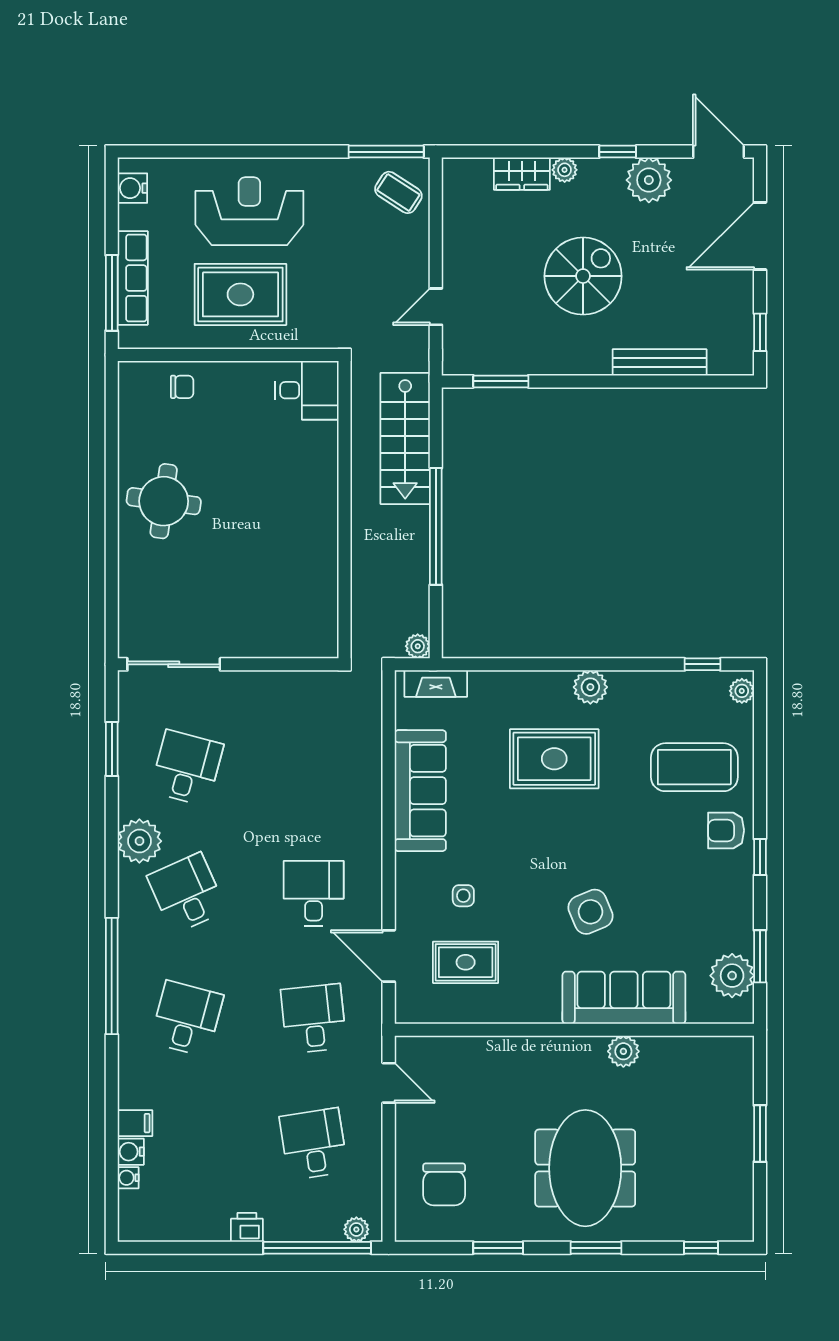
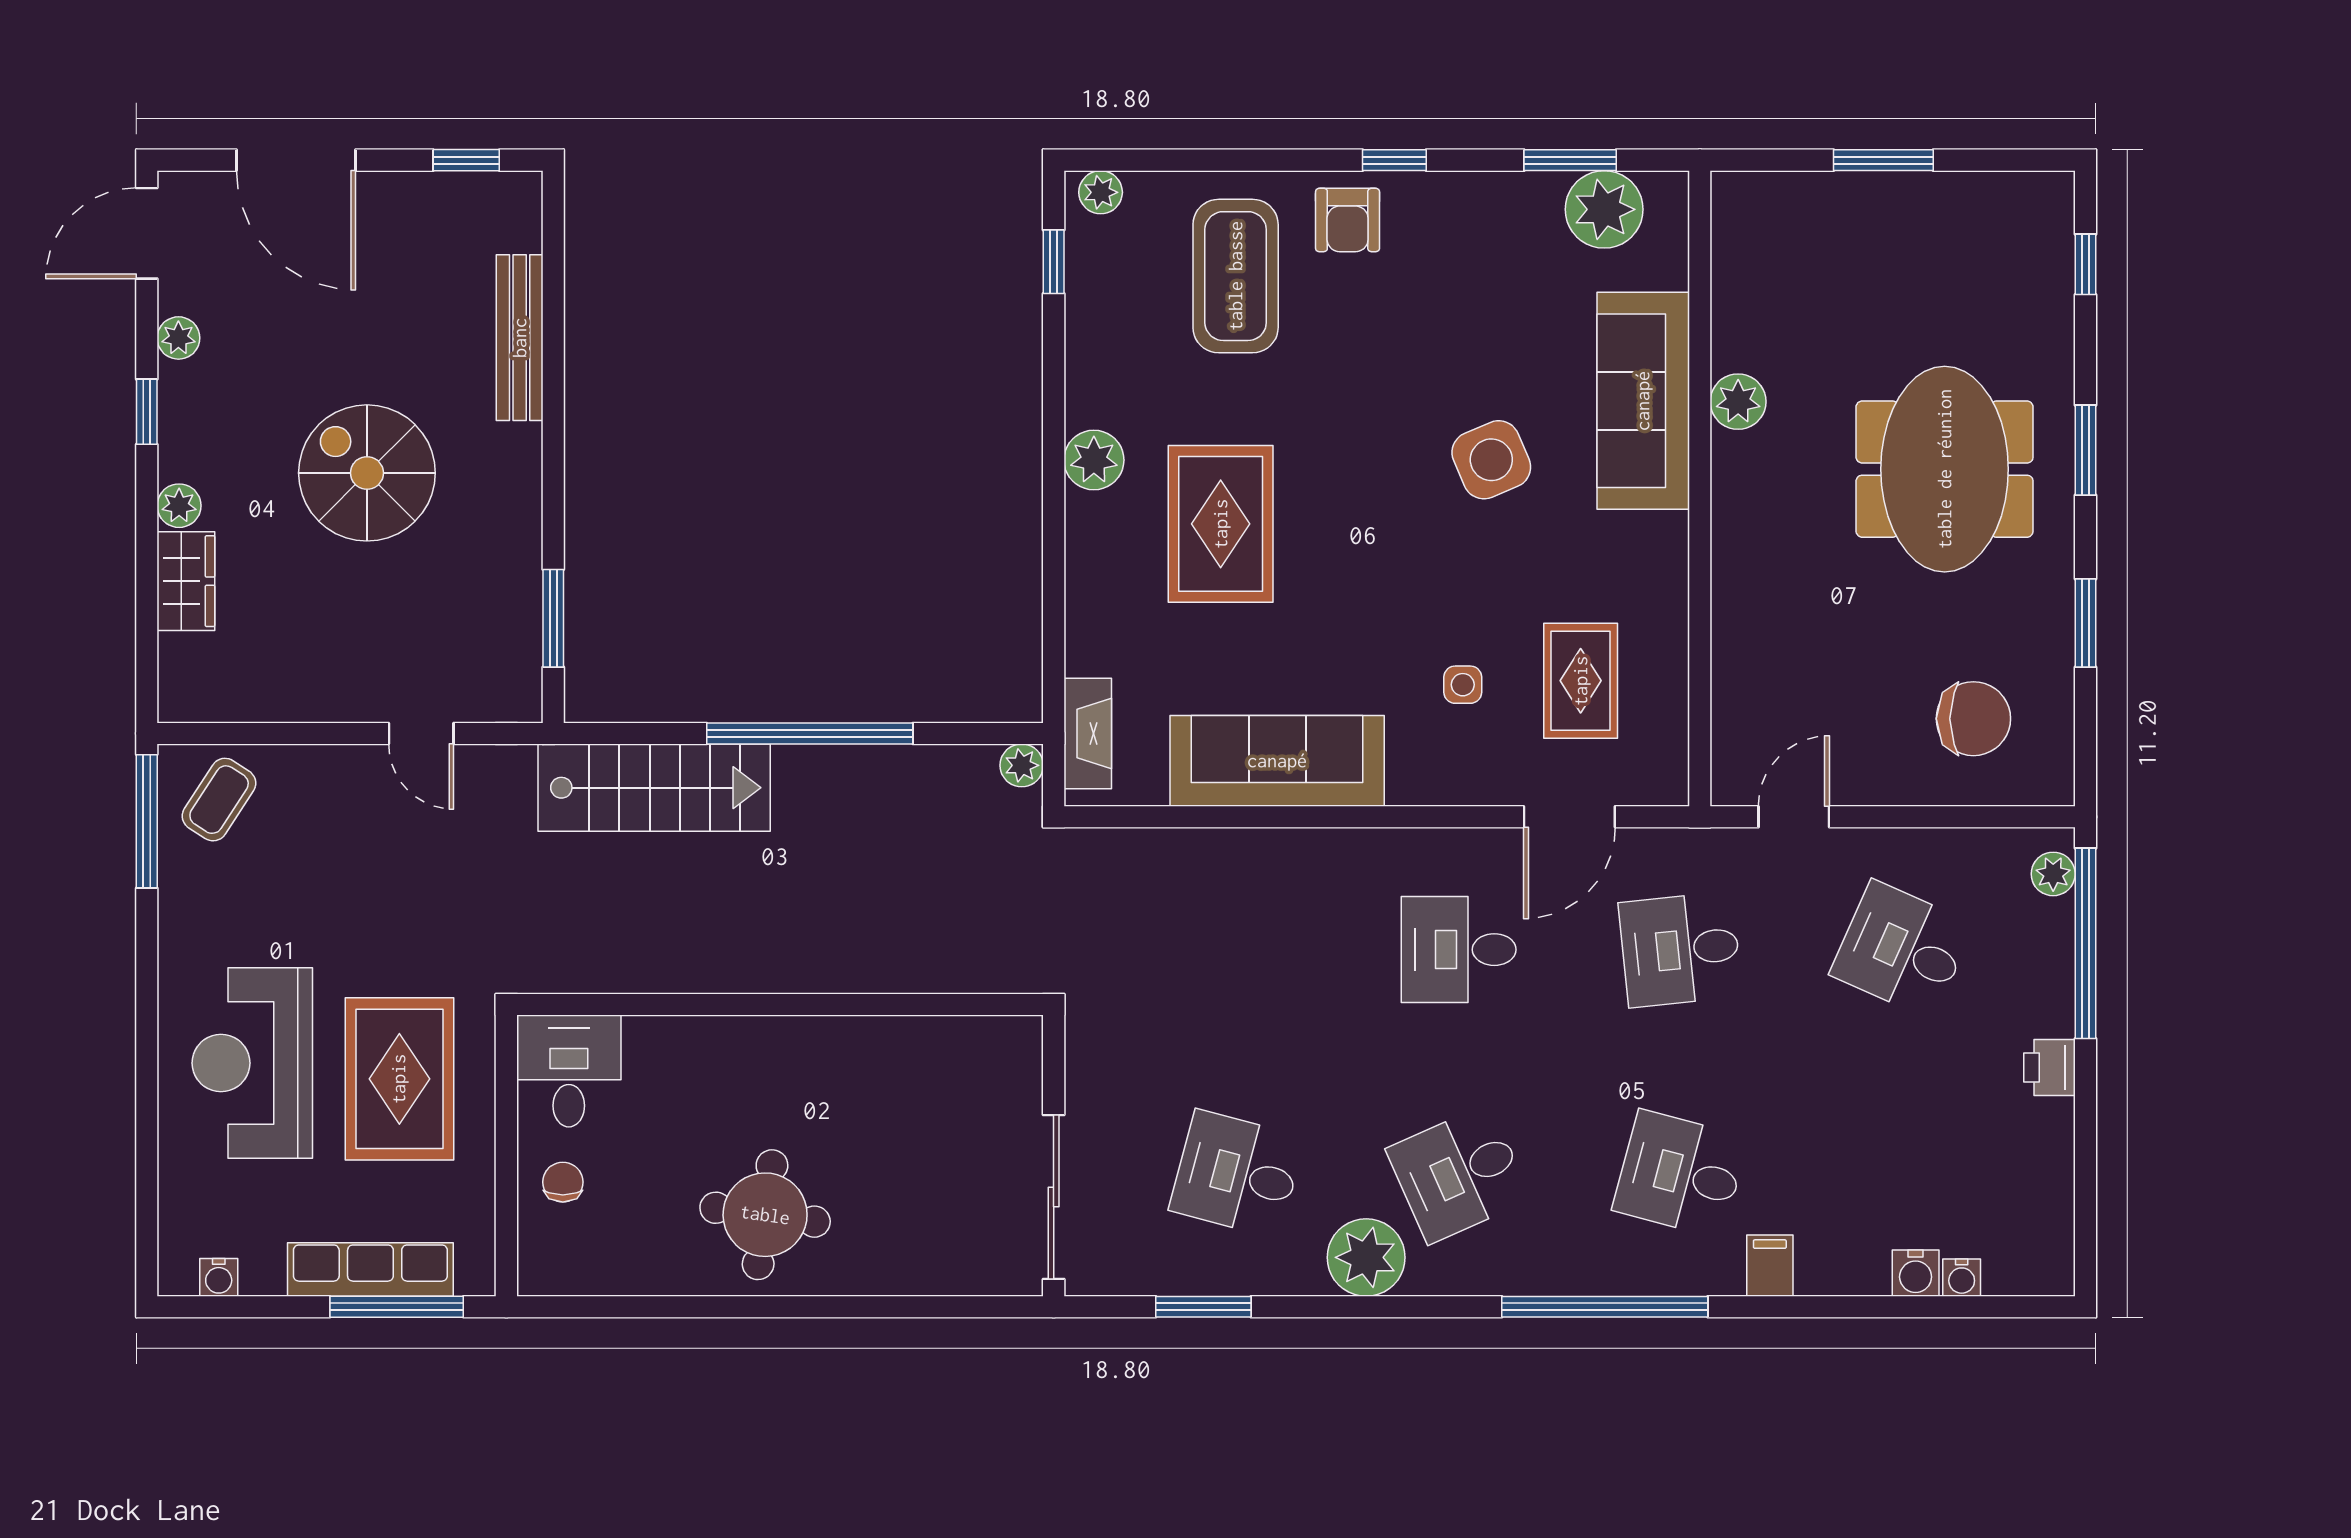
plant: (649, 180) -> (178, 338), width x0.53, depth x0.53
water cooler: (132, 188) -> (219, 1277), width x0.72, depth x0.72
desk: (307, 390) -> (569, 1071), moved
wall: (344, 510) -> (780, 1004), moved
filing cabinet: (135, 1123) -> (1770, 1266), moved
desk: (314, 1144) -> (1902, 950), turned 33
meeting table: (585, 1168) -> (1945, 469), turned 90

